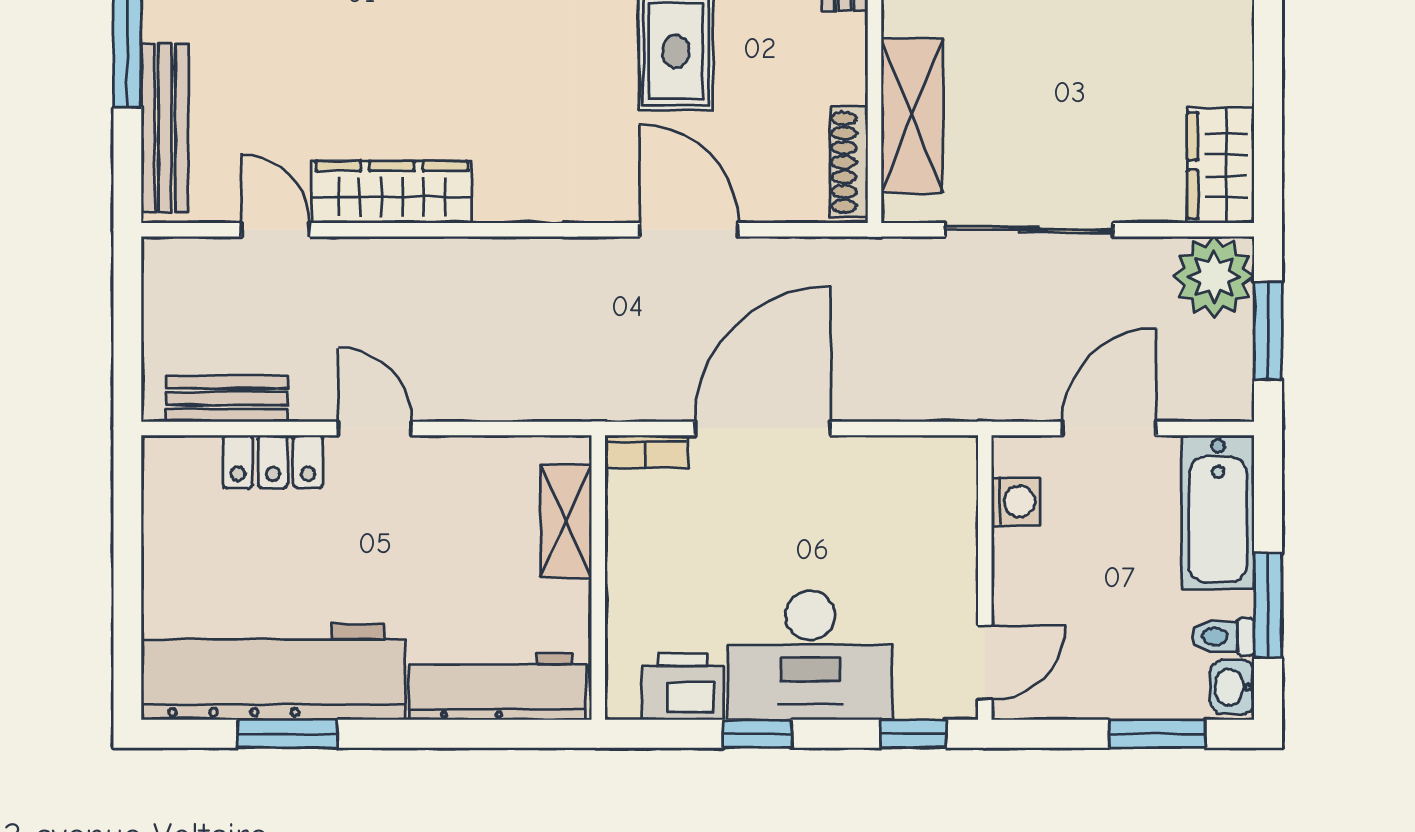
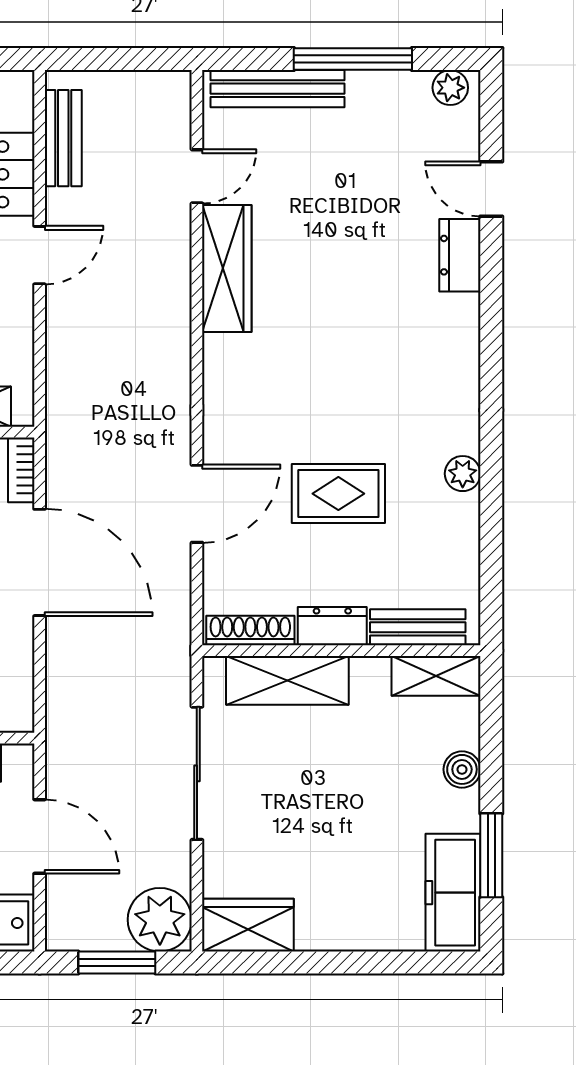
dresser: (843, 59) -> (332, 626), added

